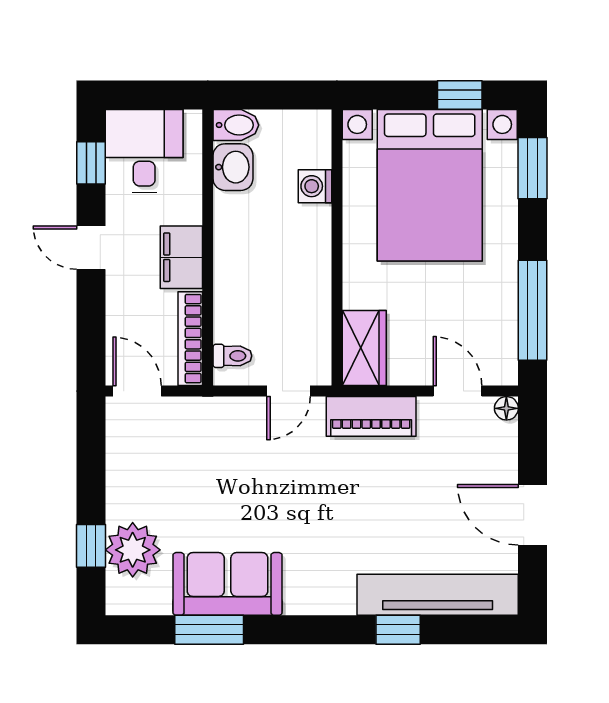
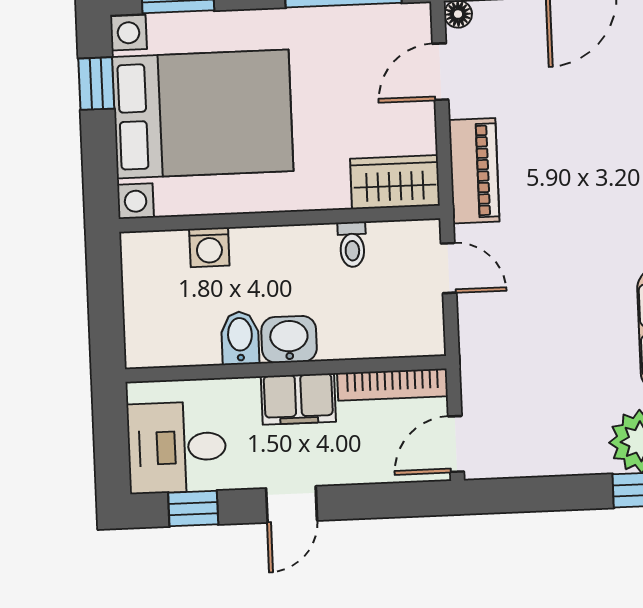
bidet: (236, 125) -> (240, 338), moved
washbasin: (233, 167) -> (289, 339), moved
toilet: (232, 356) -> (352, 244), moved, turned 180

